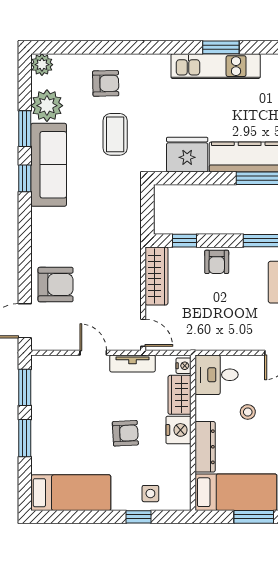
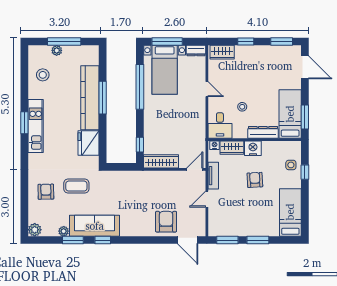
plant: (47, 106) -> (64, 231), width x0.53, depth x0.53
armchair: (217, 262) -> (153, 125), removed
window: (254, 517) -> (305, 117), moved

